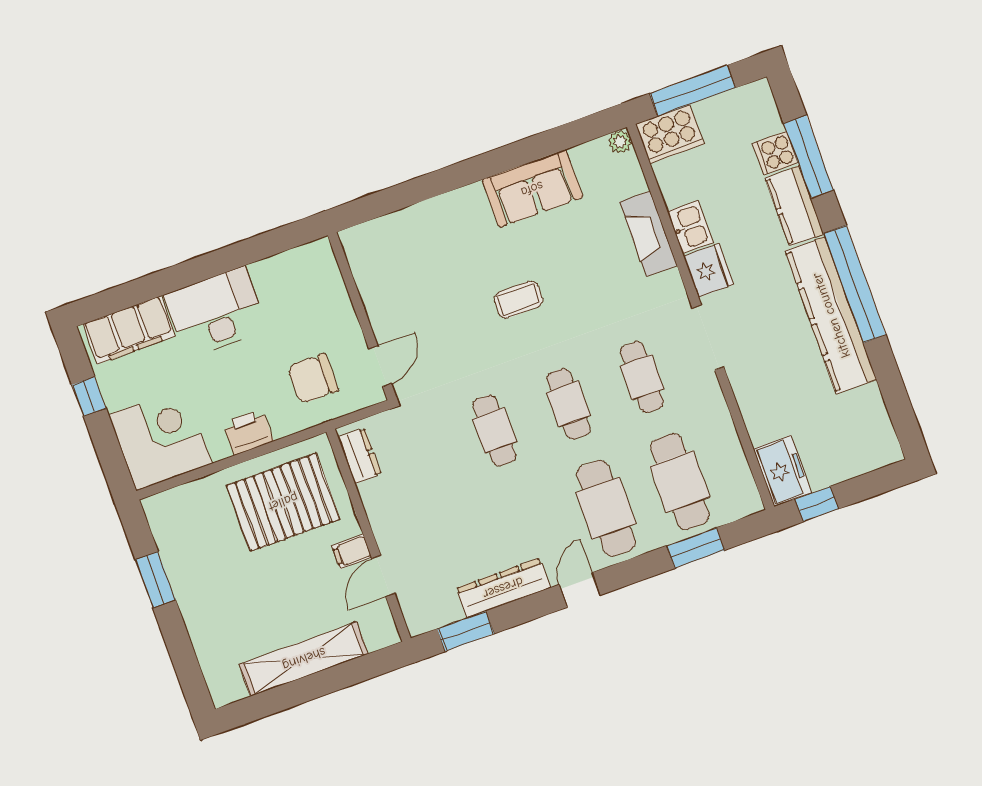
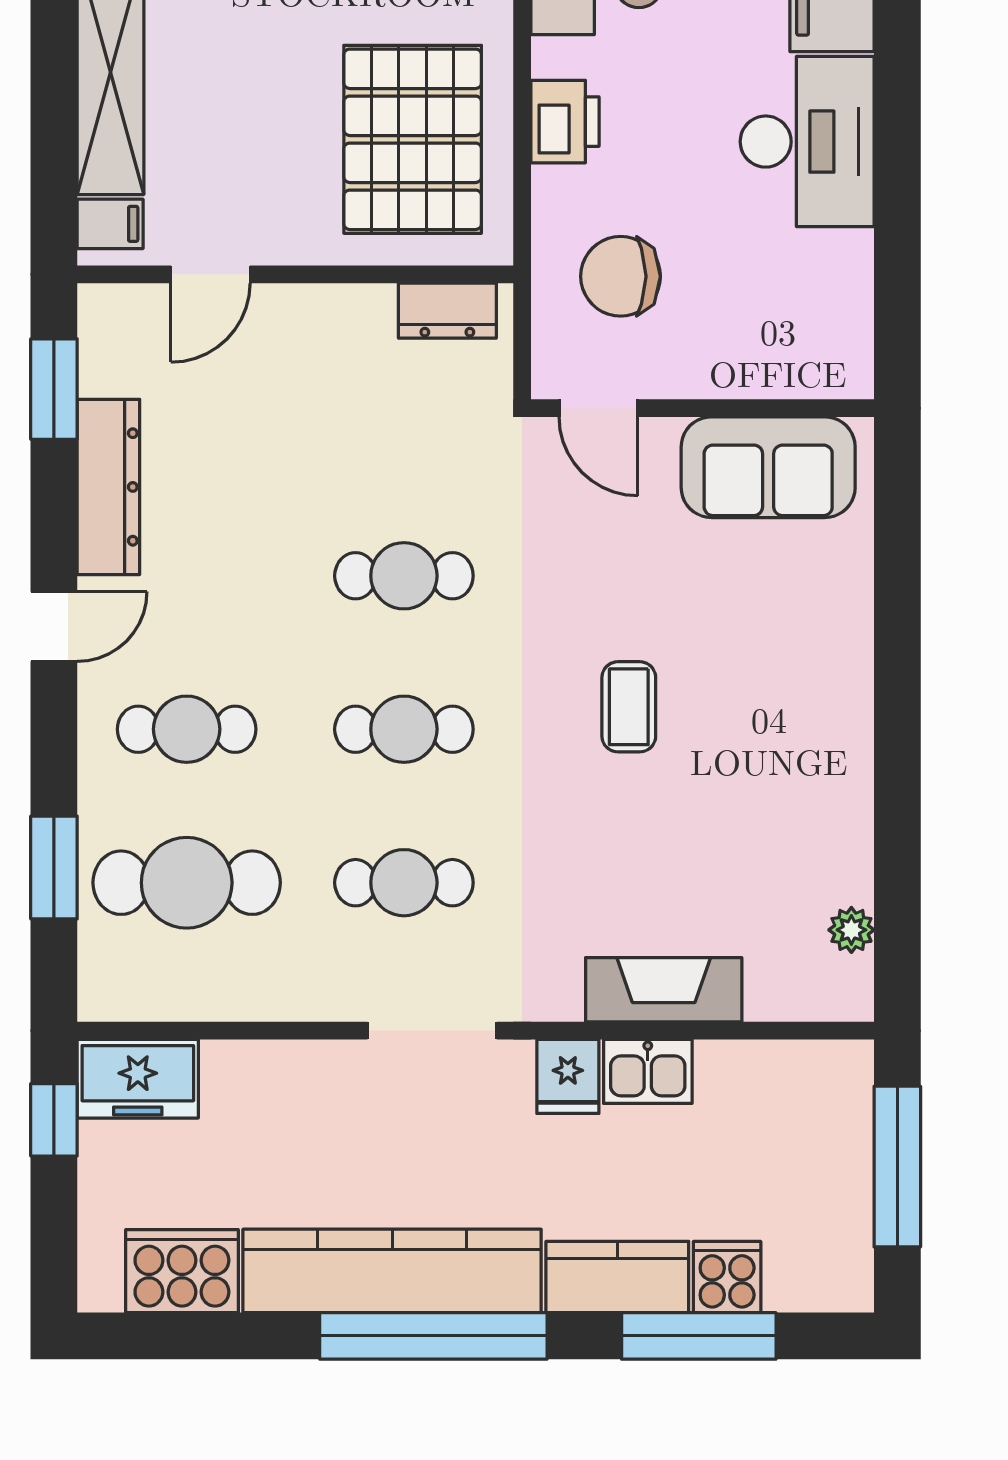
cooker: (670, 134) -> (182, 1271), moved, turned 90
plant: (620, 142) -> (851, 930), moved
sofa: (532, 189) -> (768, 467), moved, turned -90
fridge: (709, 270) -> (568, 1076), width x0.72
chair: (313, 378) -> (621, 276), turned -90
cafe table: (606, 508) -> (187, 729), width x0.73, depth x0.74
filing cabinet: (352, 552) -> (110, 224), moved, turned 90
door: (383, 576) -> (211, 274), swing flipped
door: (580, 590) -> (54, 627), hinge flipped

